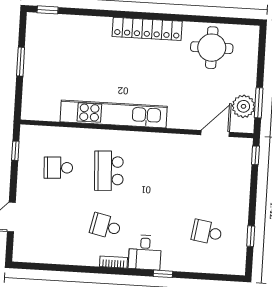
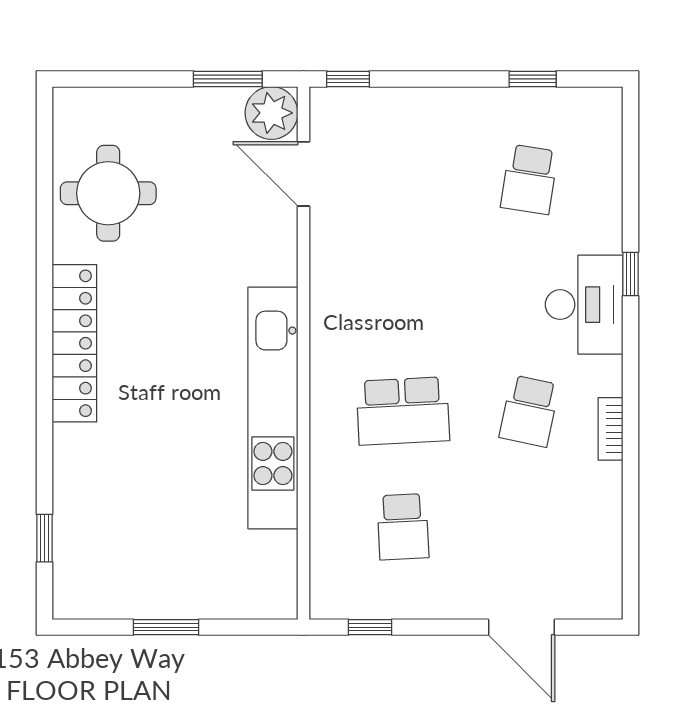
window: (48, 10) -> (45, 538), moved
plant: (243, 106) -> (271, 113), moved
desk: (145, 252) -> (584, 305), width x1.37
bookcase: (113, 262) -> (611, 429), moved

